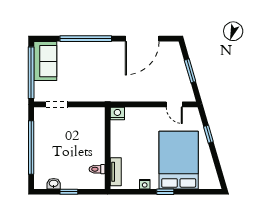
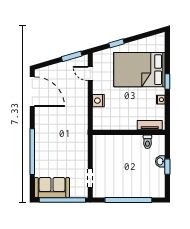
door: (142, 39) -> (32, 92), moved
window: (190, 71) -> (72, 56), moved
door: (174, 104) -> (90, 74), swing flipped
nightstand: (117, 113) -> (98, 101), moved
washbasin: (54, 184) -> (160, 161), moved

